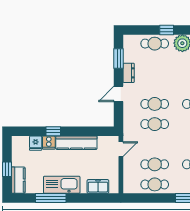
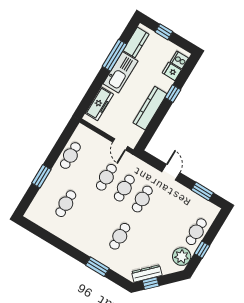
dresser: (129, 73) -> (184, 193), removed
cooker: (49, 142) -> (179, 60), moved
cafe table: (155, 164) -> (106, 177), moved
kitchen counter: (18, 180) -> (136, 42), moved, turned -90
freezer: (98, 186) -> (99, 104), width x1.40

